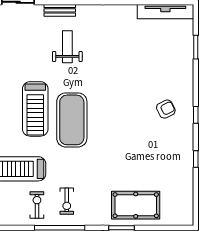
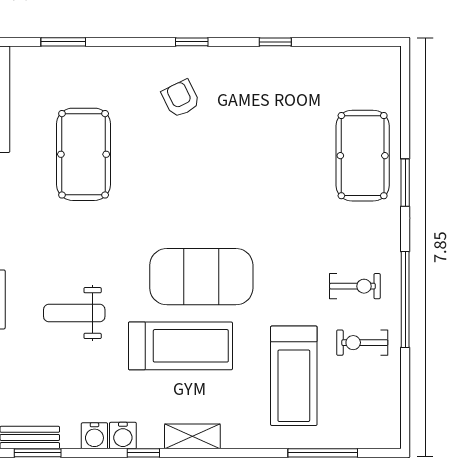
weight bench: (67, 47) -> (74, 313), moved
pool table: (136, 58) -> (84, 154), added

